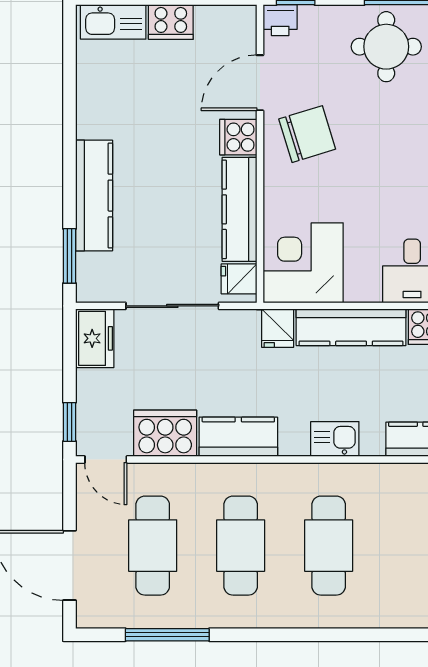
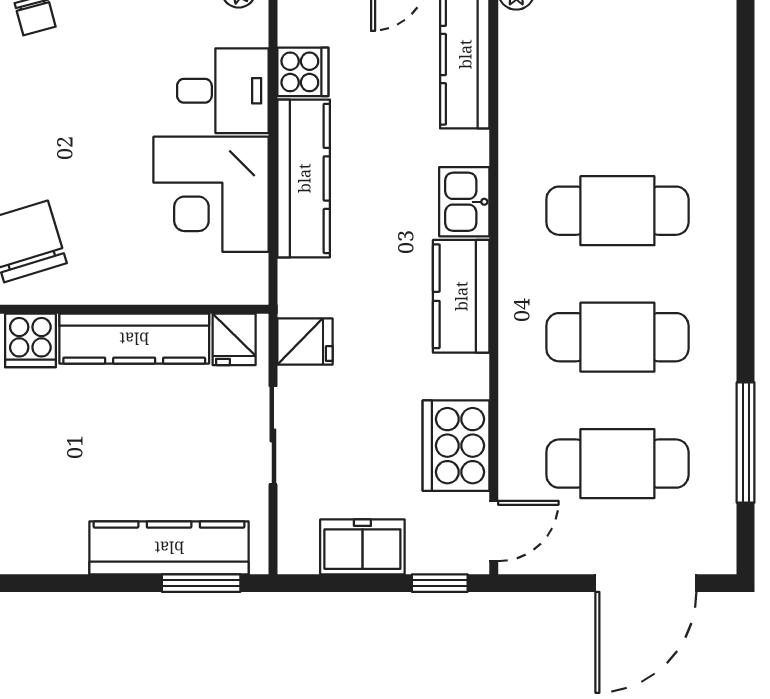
kitchen counter: (94, 196) -> (169, 548), moved
corner desk: (303, 263) -> (211, 194), moved
sliding door: (172, 306) -> (273, 435), width x0.73
fridge: (278, 328) -> (305, 342), moved
freezer: (95, 338) -> (362, 547), moved
kitchen counter: (238, 437) -> (461, 296), moved

